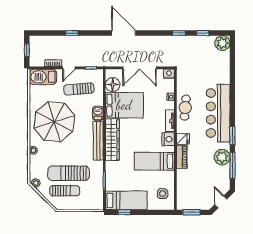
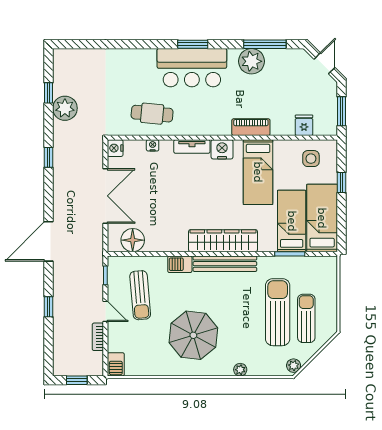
door: (124, 33) -> (49, 241), moved
window: (179, 33) -> (49, 157), moved
plant: (222, 43) -> (65, 108), moved
barbecue: (43, 77) -> (116, 364), width x0.53, depth x0.65
bed: (124, 105) -> (292, 221), moved, width x0.67
cafe table: (185, 108) -> (152, 114), moved
bar counter: (218, 113) -> (192, 68), width x0.73
parasol: (54, 122) -> (193, 335), width x0.73, depth x0.73
window: (232, 136) -> (193, 44), moved
fridge: (183, 139) -> (304, 125), moved
sun lounger: (68, 173) -> (278, 312), turned 180
door: (221, 202) -> (324, 63), swing flipped
window: (124, 212) -> (341, 183), moved

